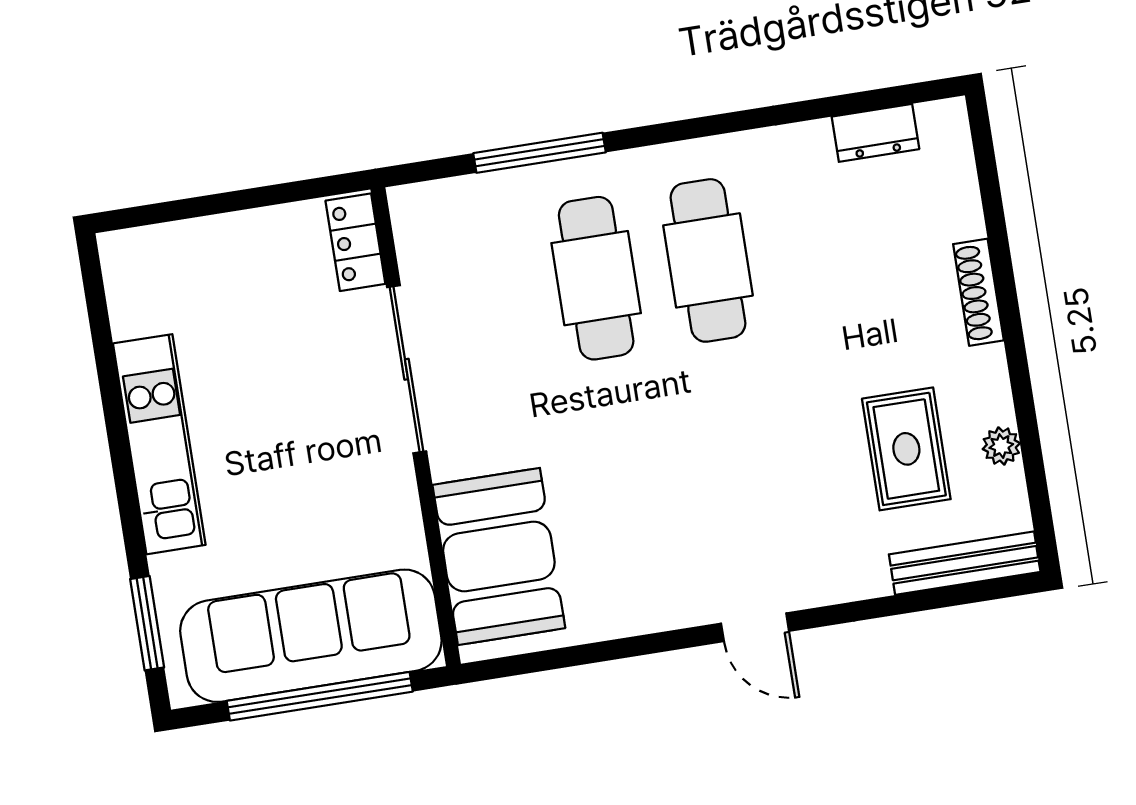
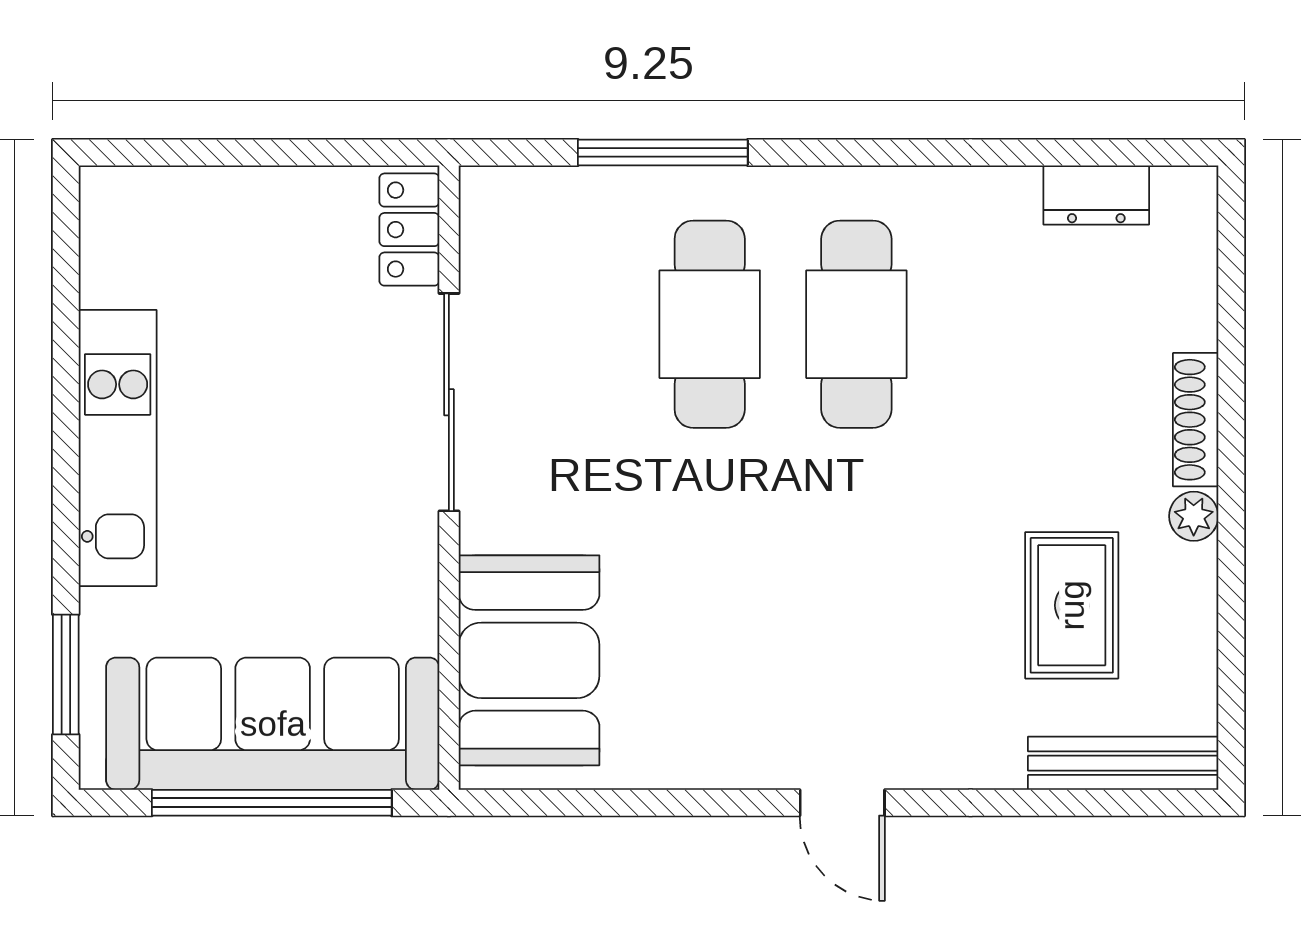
plant: (1001, 446) -> (1194, 516), moved

